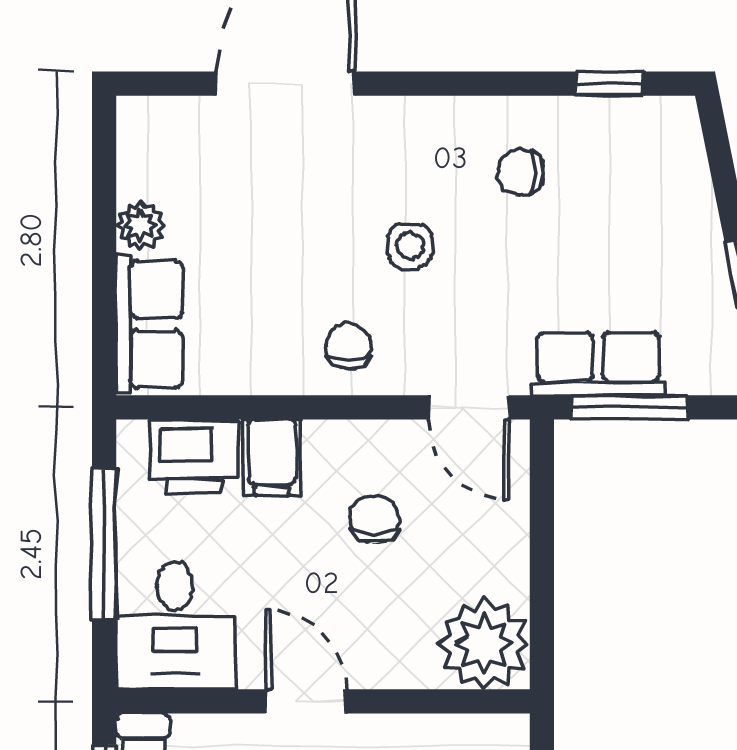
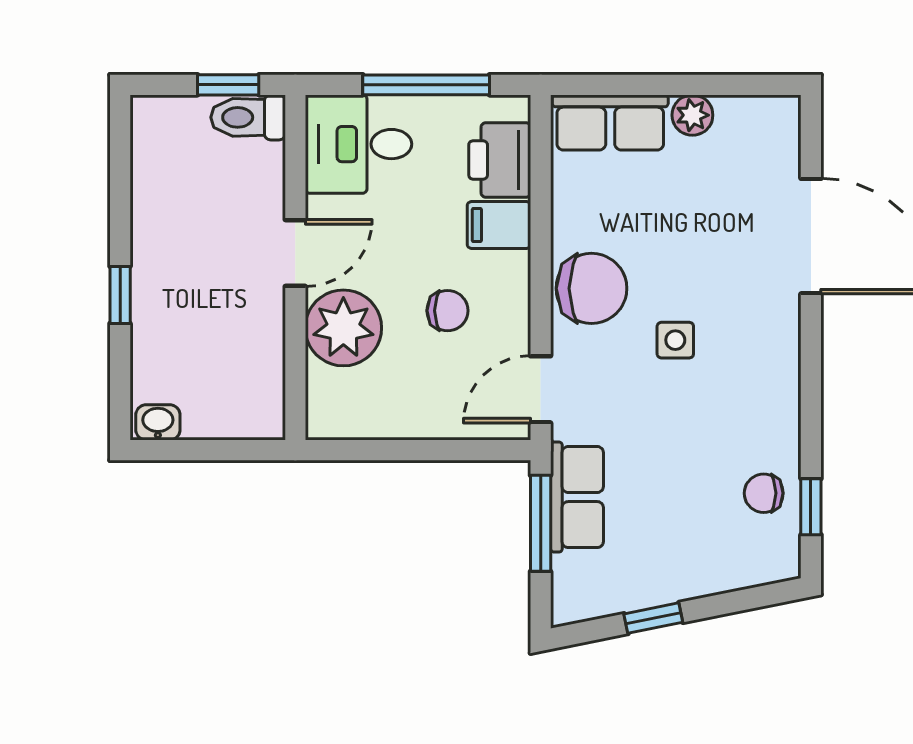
chair: (520, 172) -> (764, 493), moved, turned -90
chair: (348, 346) -> (591, 288), width x1.87, depth x1.87
plant: (484, 644) -> (343, 328), moved

